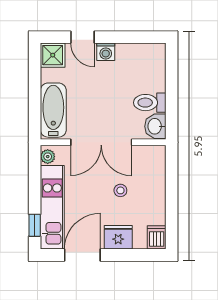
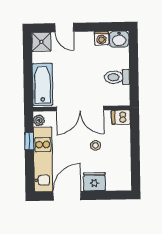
washing machine: (106, 52) -> (101, 38), moved
washbasin: (155, 126) -> (119, 39), moved, turned -90
window: (35, 225) -> (29, 141), moved
dishwasher: (157, 237) -> (121, 117), moved, turned -90

